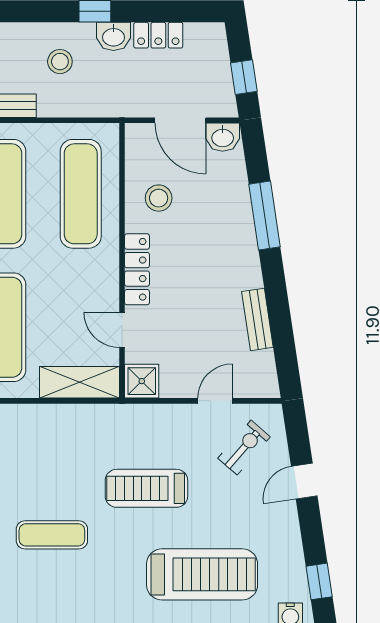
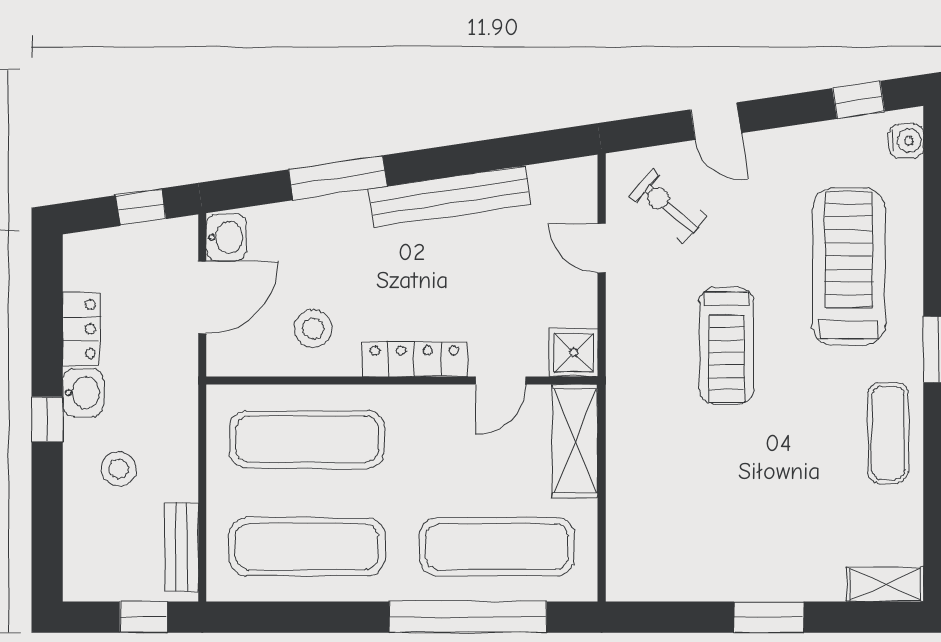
bench: (257, 319) -> (450, 197), width x1.86, depth x1.21
exercise mat: (52, 535) -> (888, 433), moved

